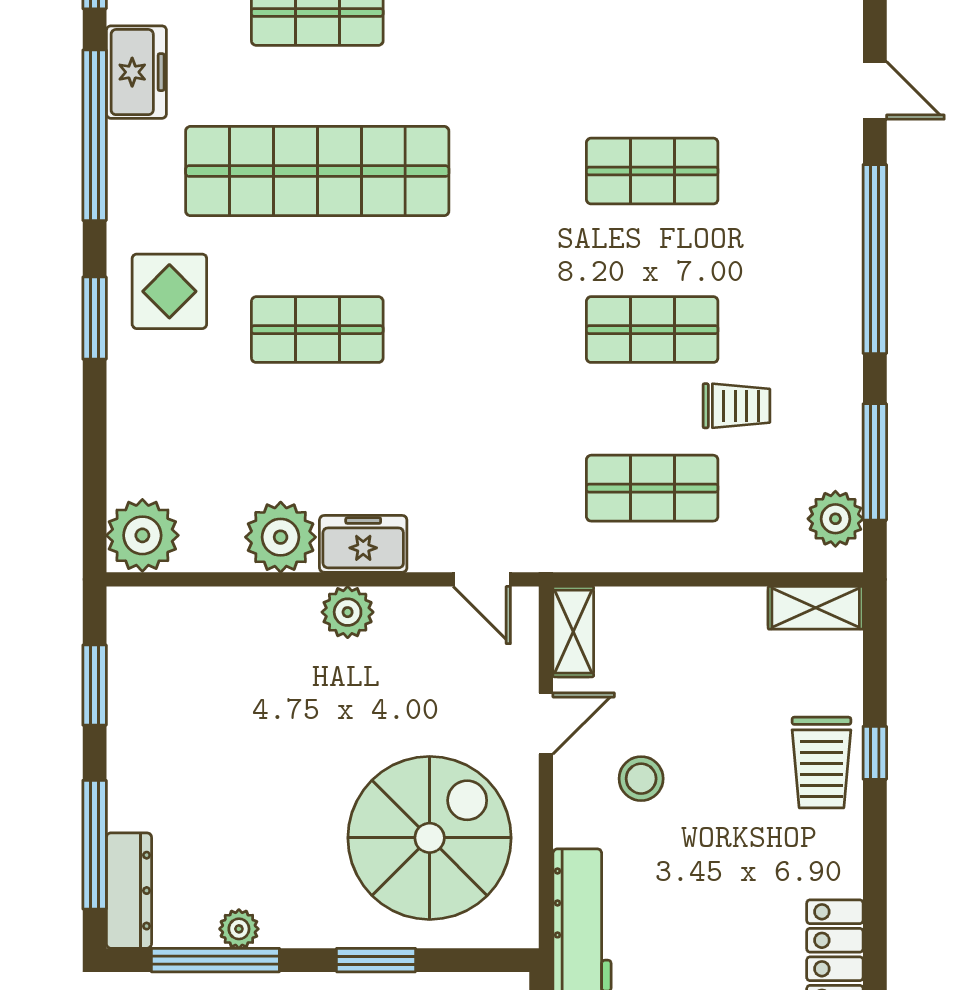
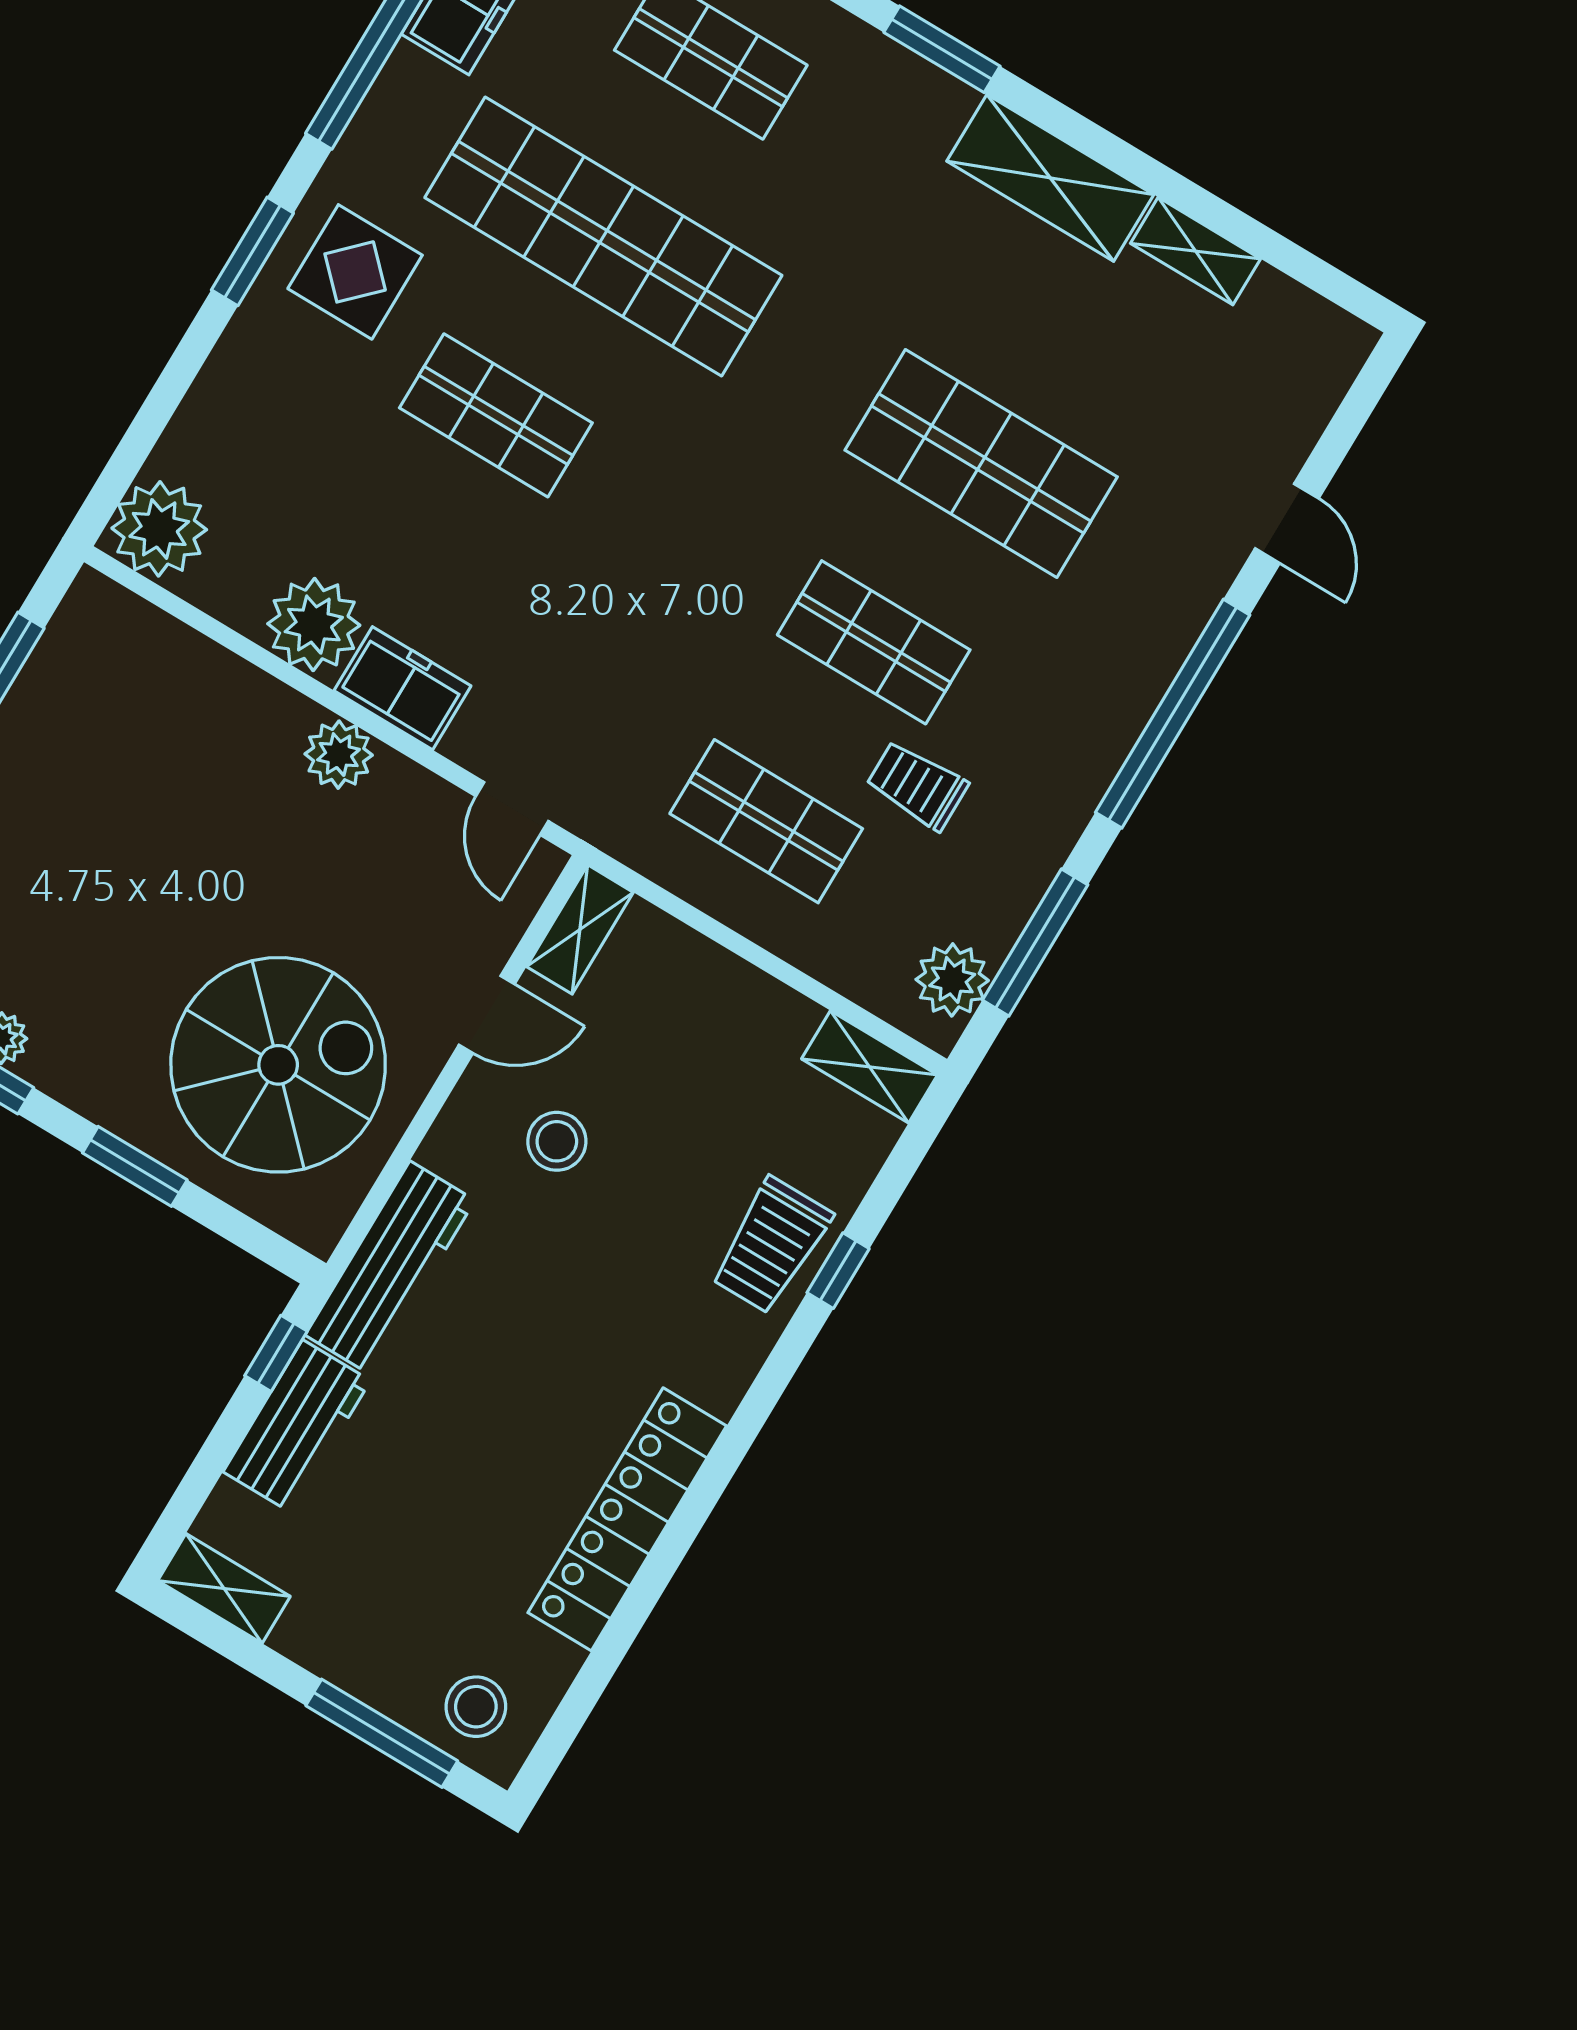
shop shelf: (652, 171) -> (981, 463), width x1.43, depth x1.36
trolley: (736, 406) -> (917, 785), turned 180

